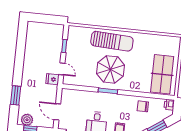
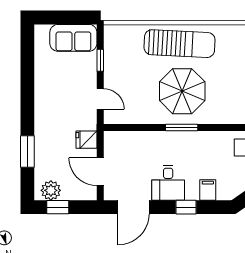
sofa: (50, 31) -> (73, 38), added
fridge: (53, 79) -> (87, 140), moved

